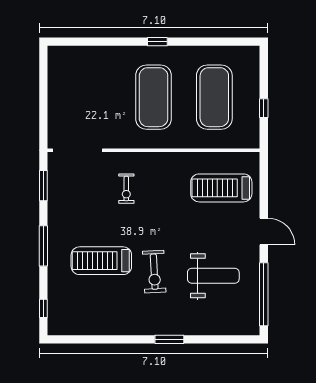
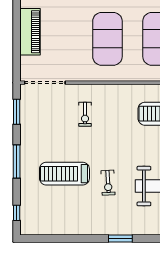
piano: (60, 88) -> (30, 32), added
exercise bike: (154, 272) -> (108, 183), width x0.73, depth x0.72

